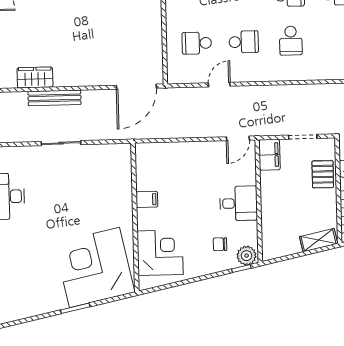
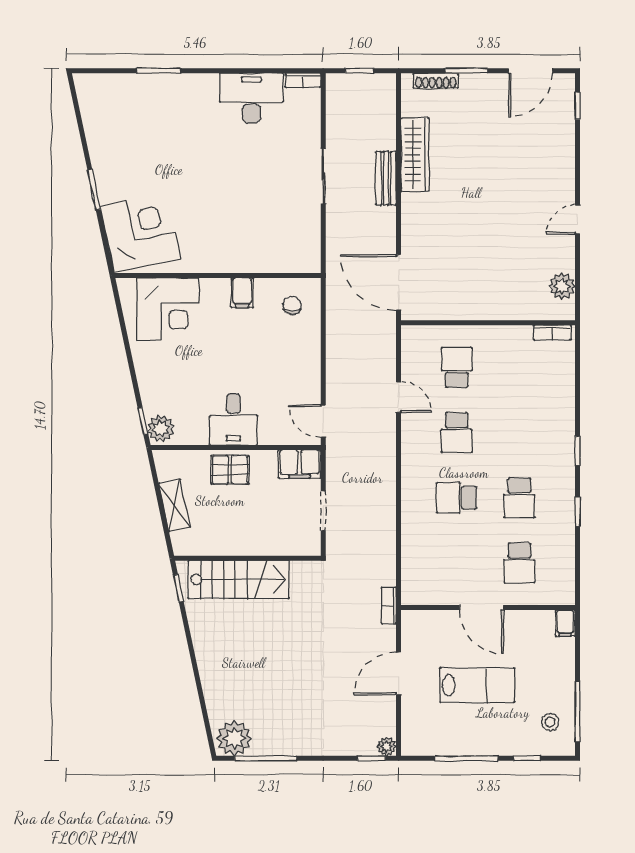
wardrobe: (35, 77) -> (415, 155), width x1.50
bench: (54, 98) -> (386, 178), width x0.73
pallet: (323, 174) -> (230, 470), moved
shelving: (319, 240) -> (175, 505), moved
chair: (220, 244) -> (292, 305), moved
corner desk: (94, 268) -> (140, 232), width x0.74, depth x0.74

